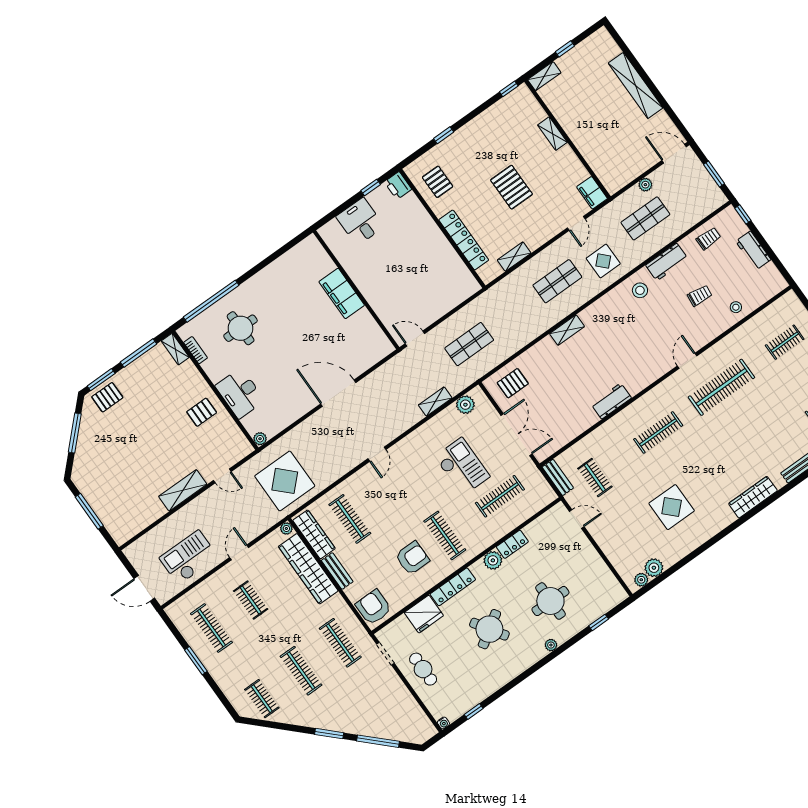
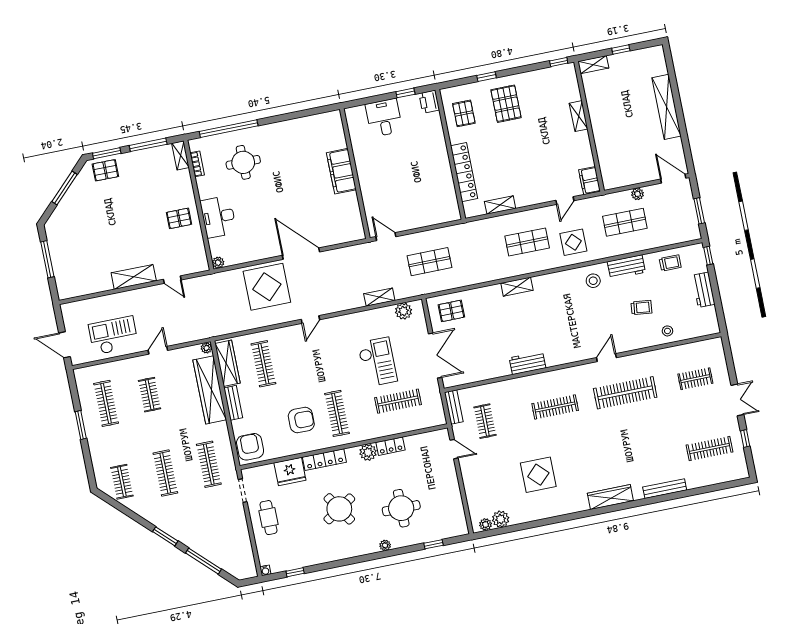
pallet: (512, 187) -> (506, 104), moved
display table: (285, 481) -> (267, 287), moved

